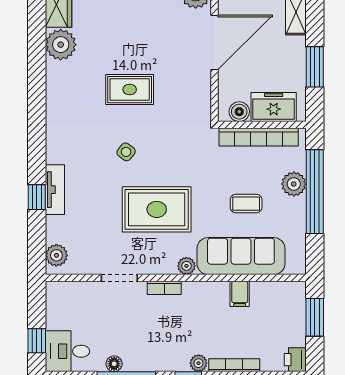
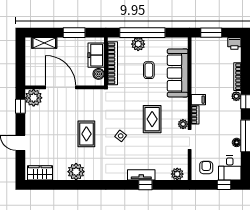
plant: (61, 45) -> (76, 172), moved
rug: (157, 209) -> (152, 119), width x0.73, depth x0.70
plant: (186, 266) -> (183, 124), moved
filing cabinet: (240, 294) -> (198, 100), moved
armchair: (68, 308) -> (206, 167), added

